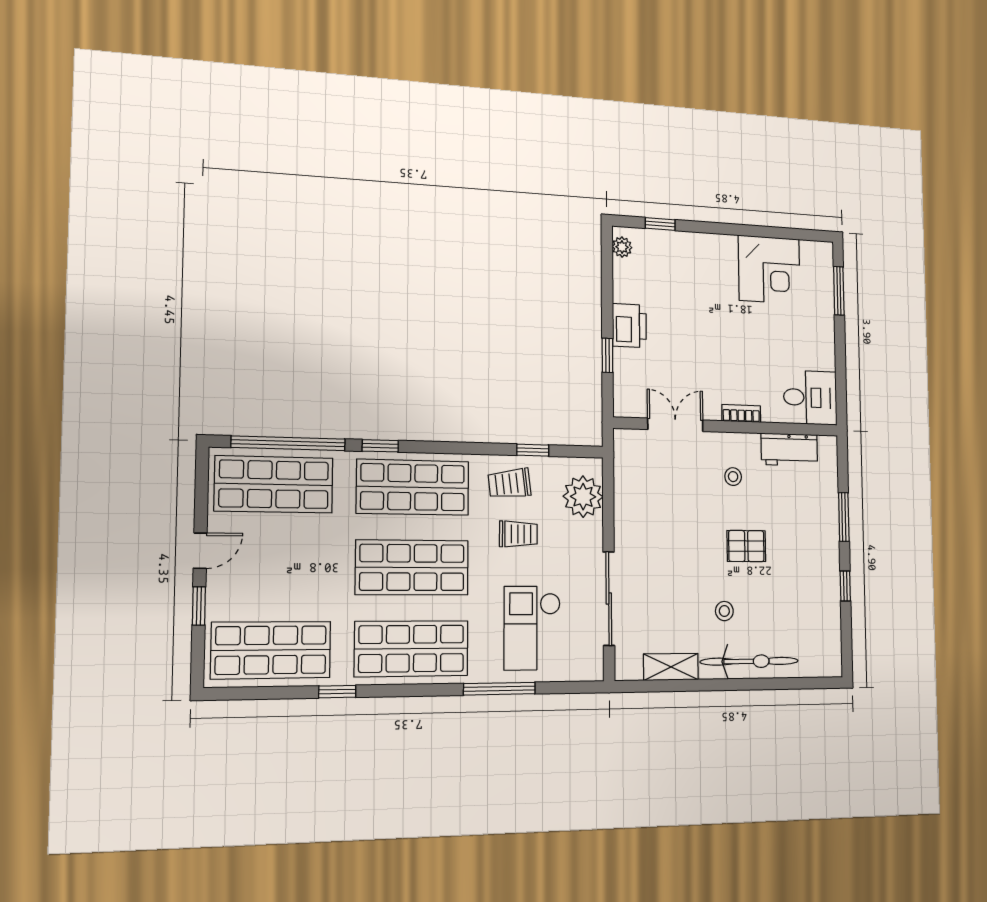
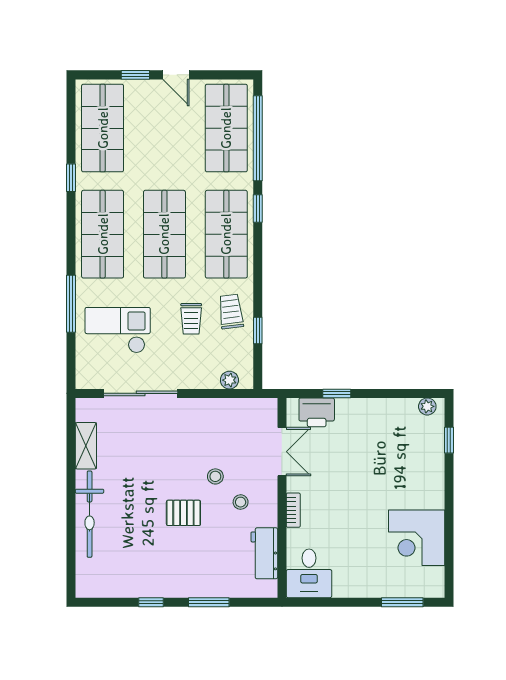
printer: (629, 326) -> (317, 412), moved
plant: (583, 497) -> (229, 380), width x0.53, depth x0.53
pallet: (746, 546) -> (183, 513), turned 90
stool: (724, 611) -> (215, 476), moved

